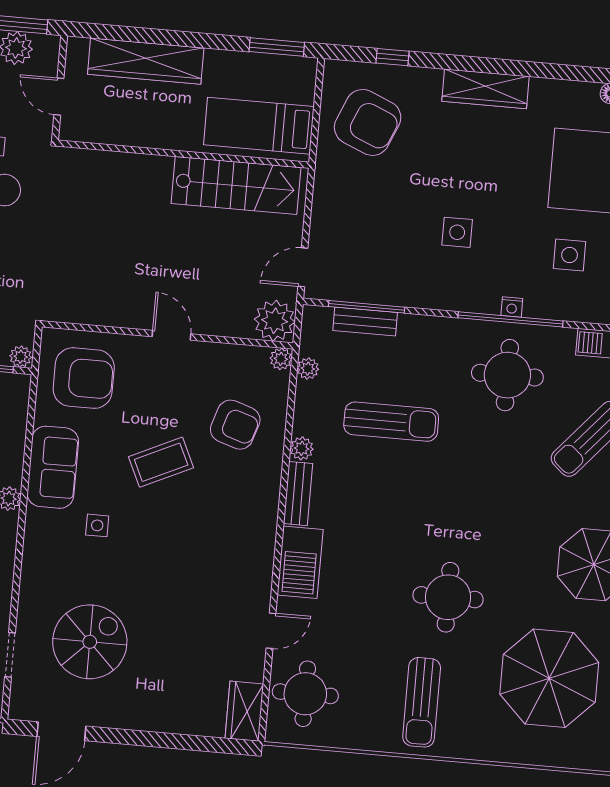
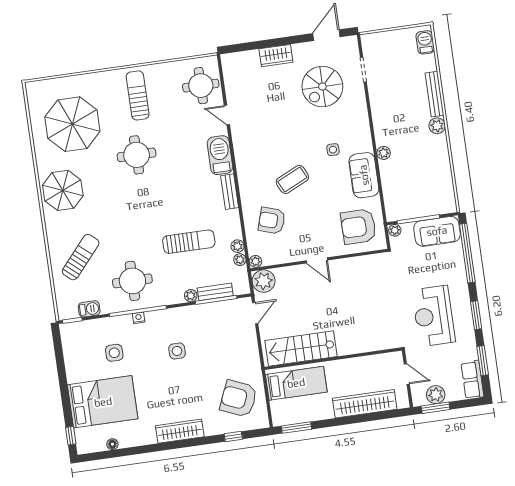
plant: (410, 325) -> (191, 296), added
sun lounger: (391, 422) -> (189, 242), turned 180
plant: (302, 448) -> (237, 246), moved
coffee table: (161, 462) -> (292, 179), moved
door: (271, 631) -> (227, 115), hinge flipped
wardrobe: (244, 711) -> (276, 56), moved, turned 90

